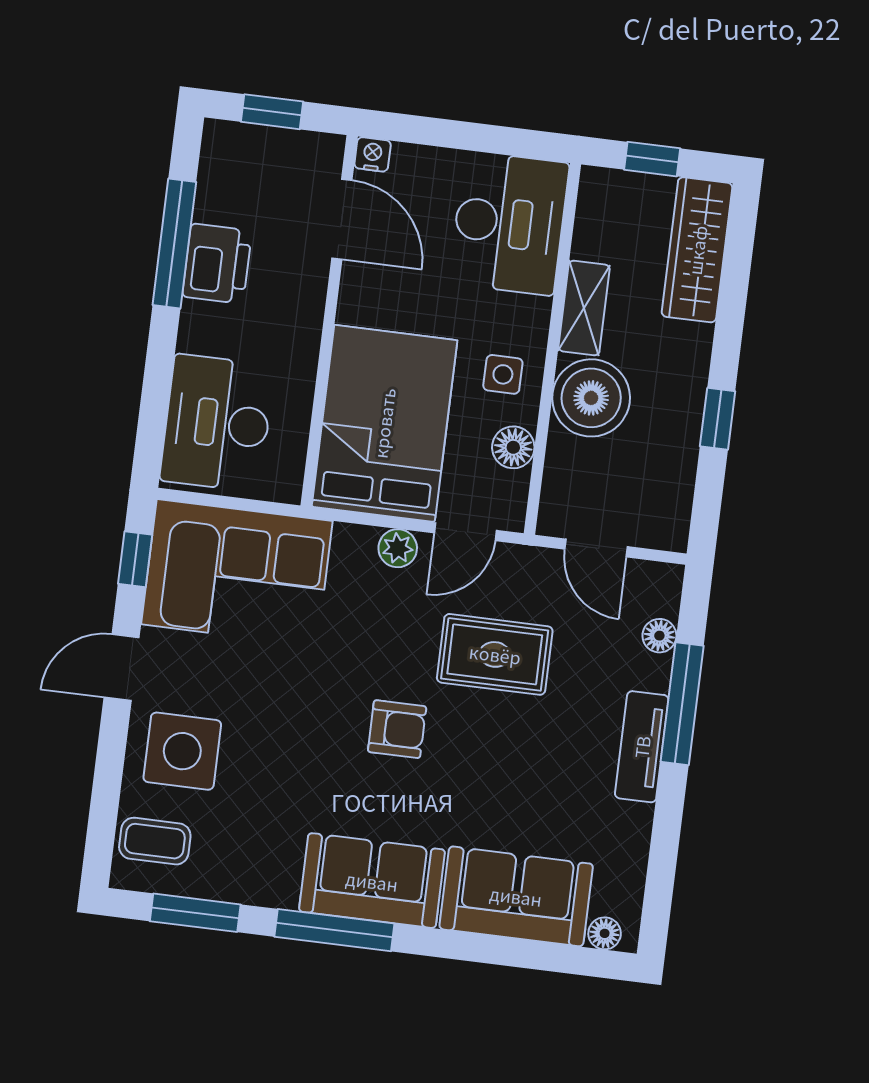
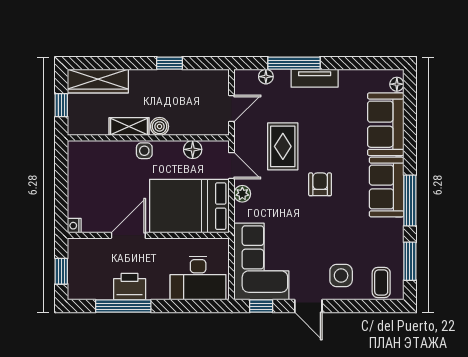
door: (342, 219) -> (128, 235), moved
desk: (509, 223) -> (97, 163), removed
side table: (503, 374) -> (144, 151), moved
boiler: (591, 398) -> (160, 126), width x0.54, depth x0.54
side table: (182, 751) -> (341, 276), width x0.73, depth x0.73

